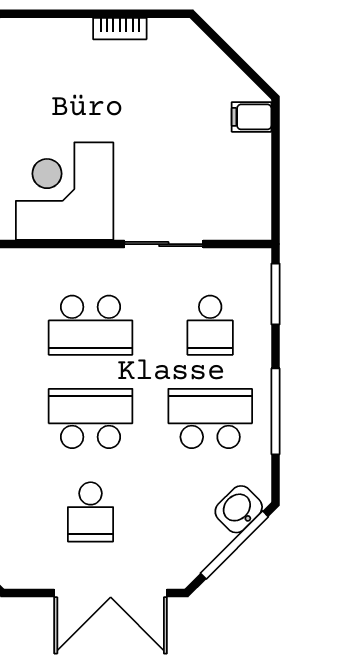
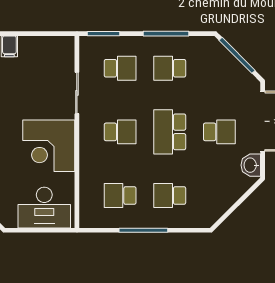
school desk: (91, 325) -> (120, 132), width x0.54
school desk: (210, 419) -> (170, 68), width x0.54
washbasin: (239, 509) -> (251, 165), moved, turned 45

